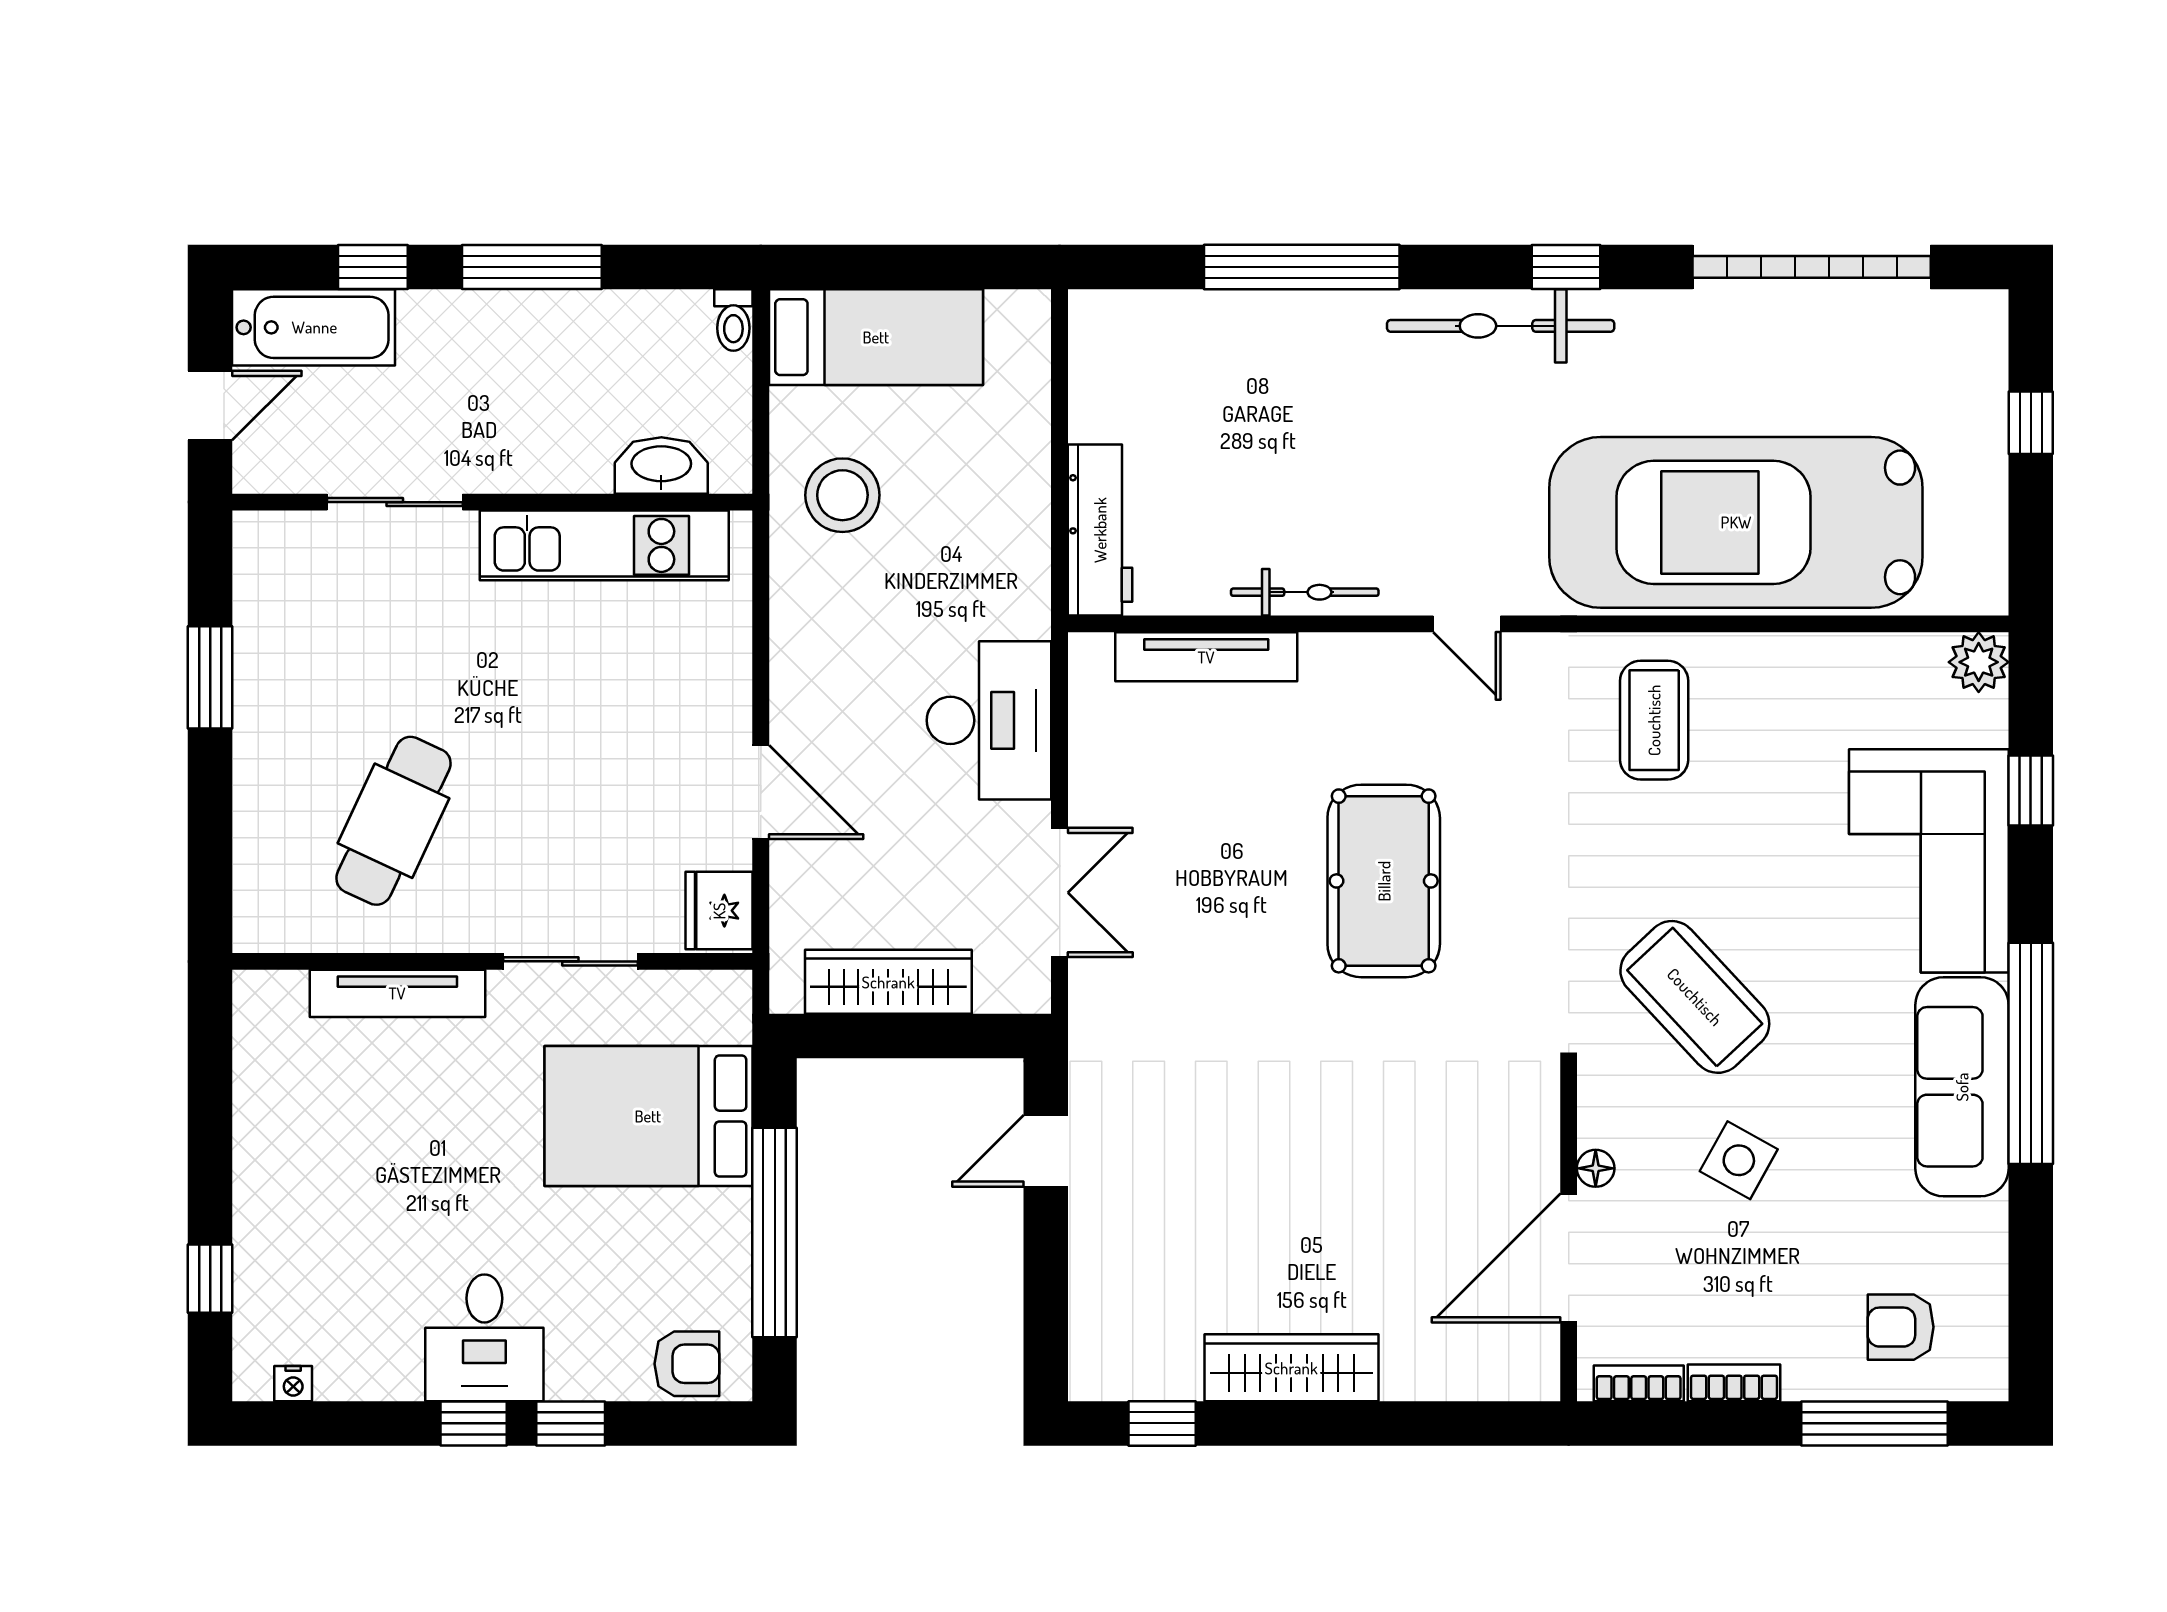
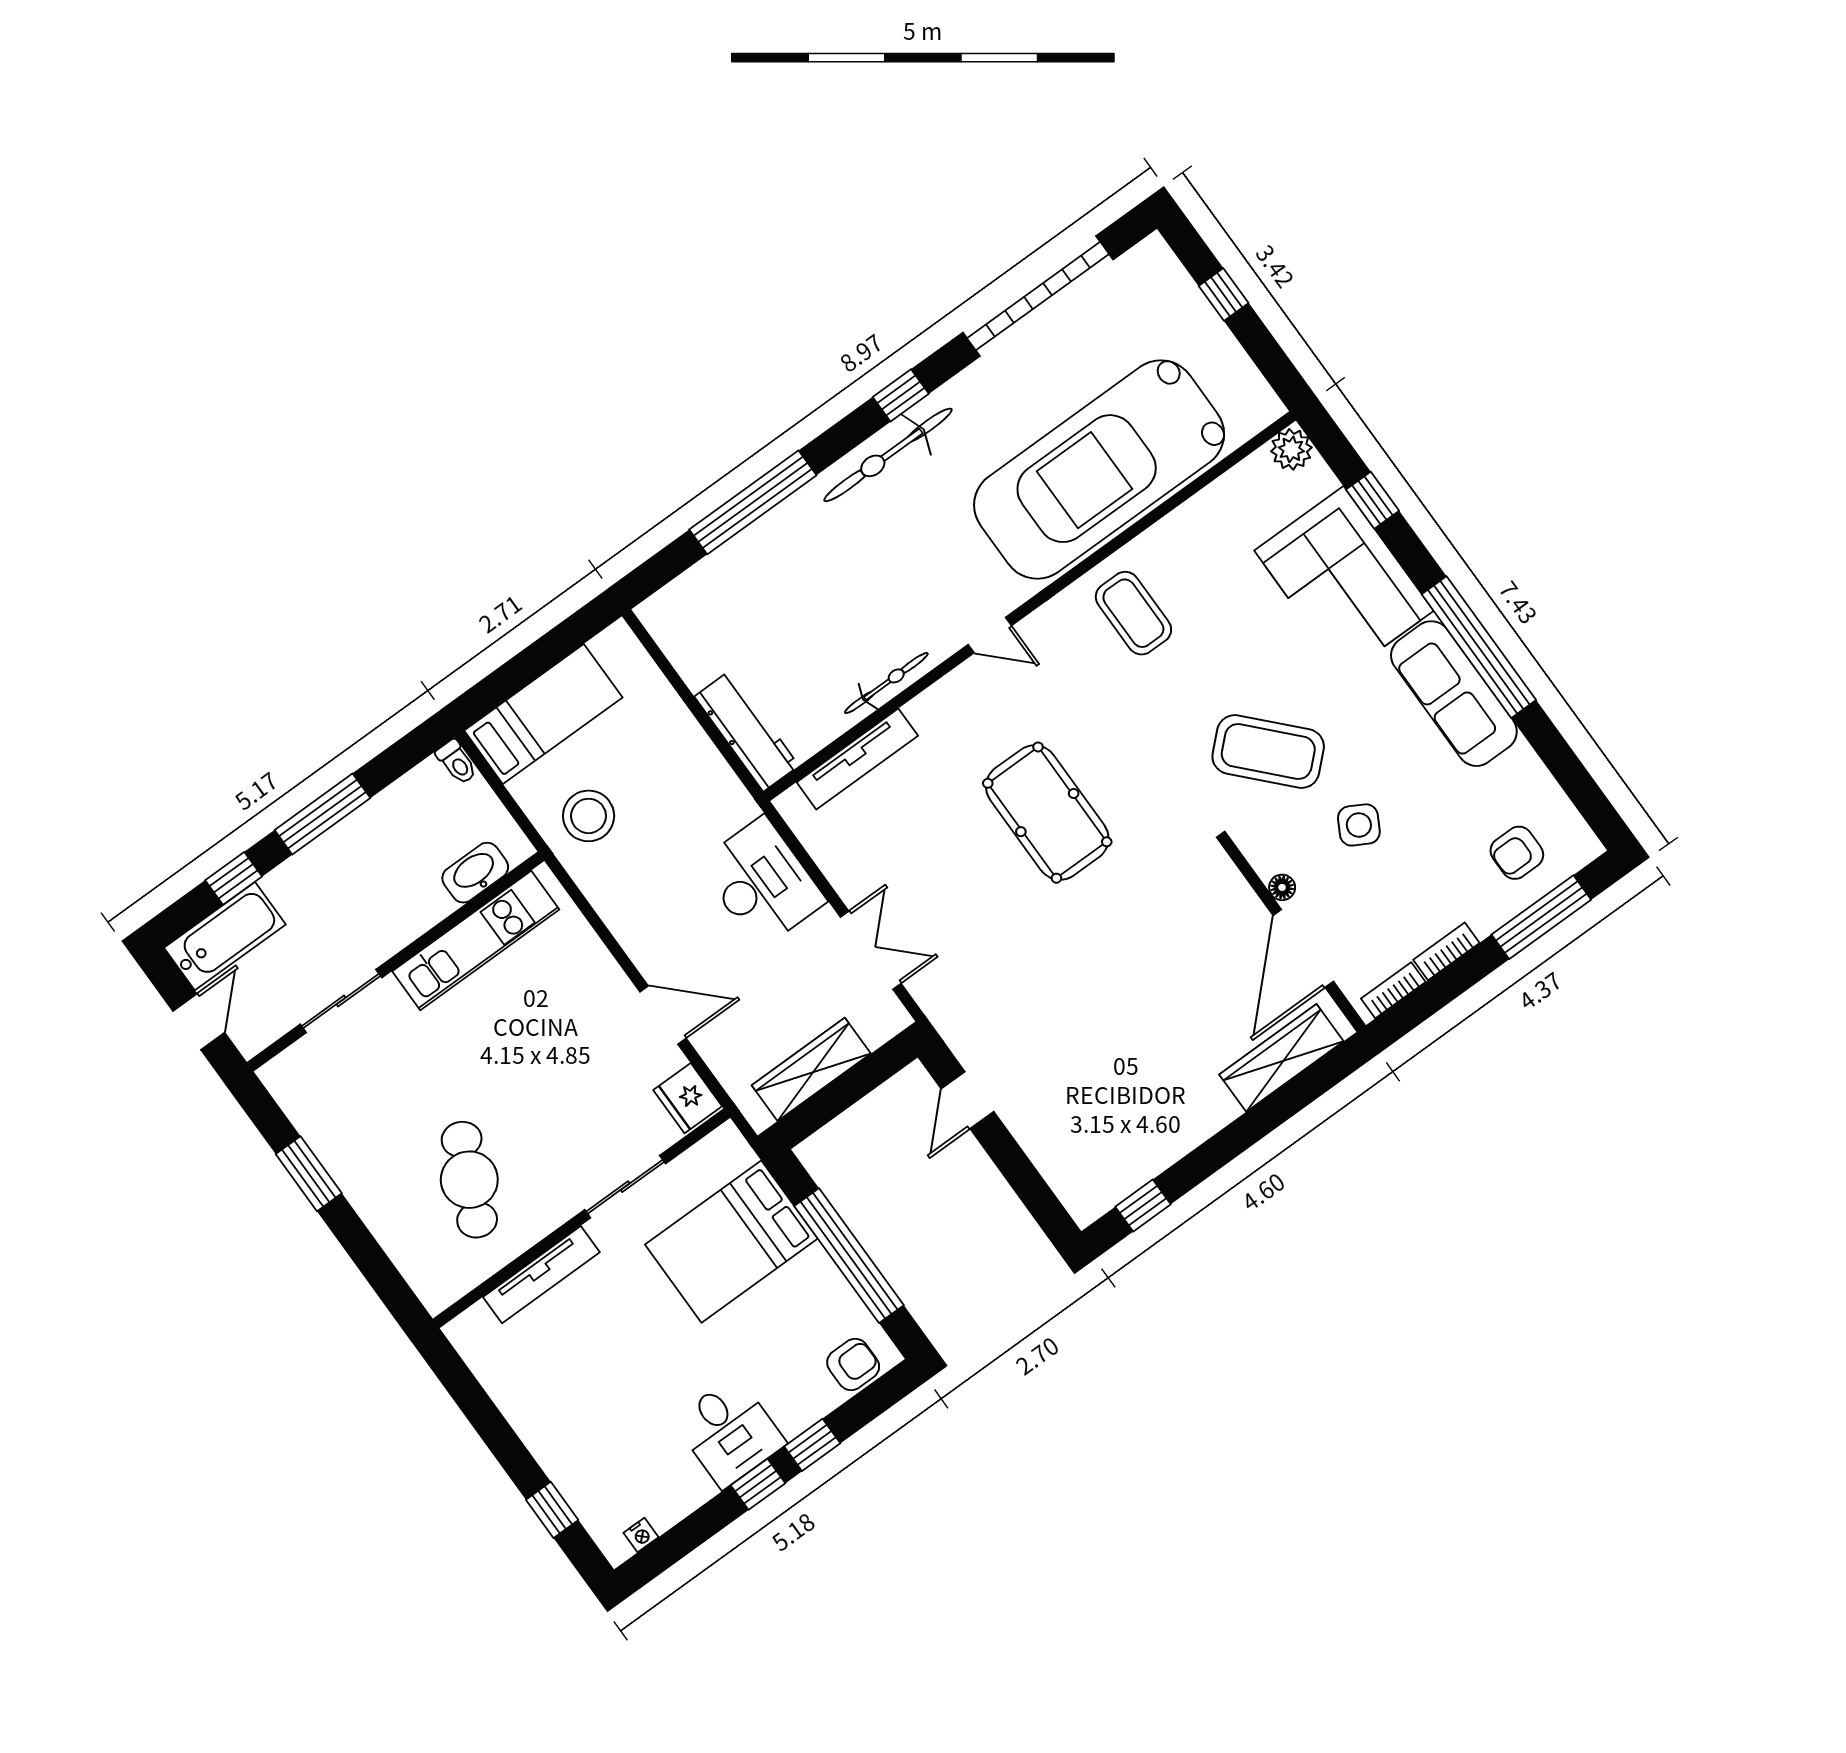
wardrobe: (1291, 1368) -> (1281, 1058), moved

